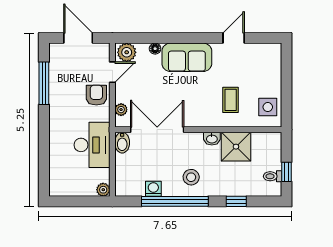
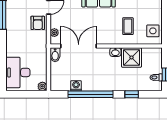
armchair: (96, 95) -> (38, 23), turned 180
desk: (92, 145) -> (18, 72), moved, turned 180
stool: (191, 177) -> (101, 78), removed

